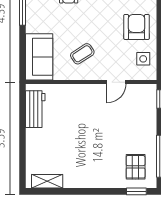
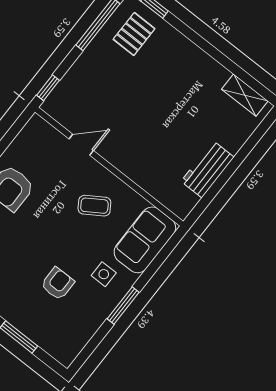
side table: (143, 59) -> (104, 274), moved
workbench: (35, 109) -> (207, 169), moved

